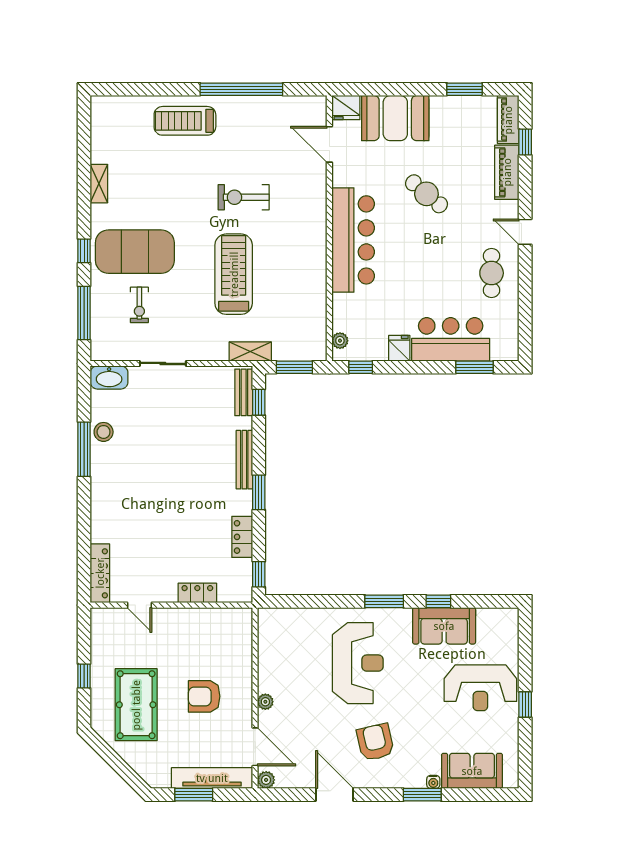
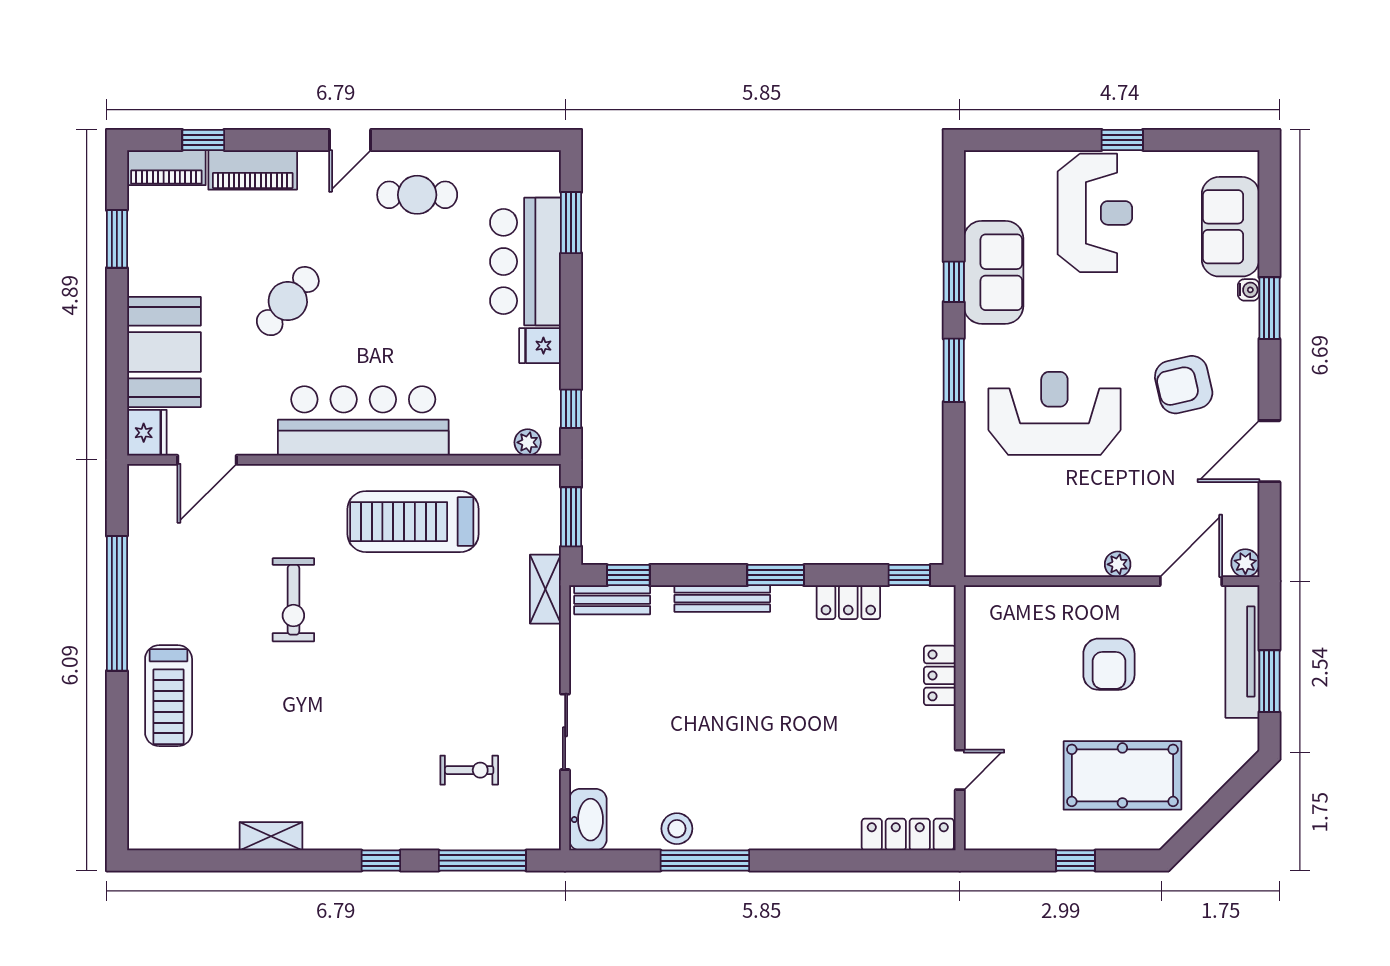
exercise mat: (135, 252) -> (382, 778), removed
treadmill: (234, 274) -> (413, 522), moved

